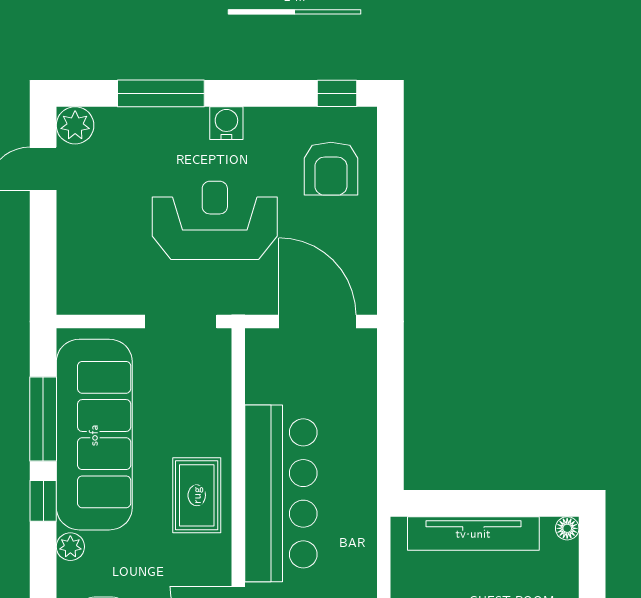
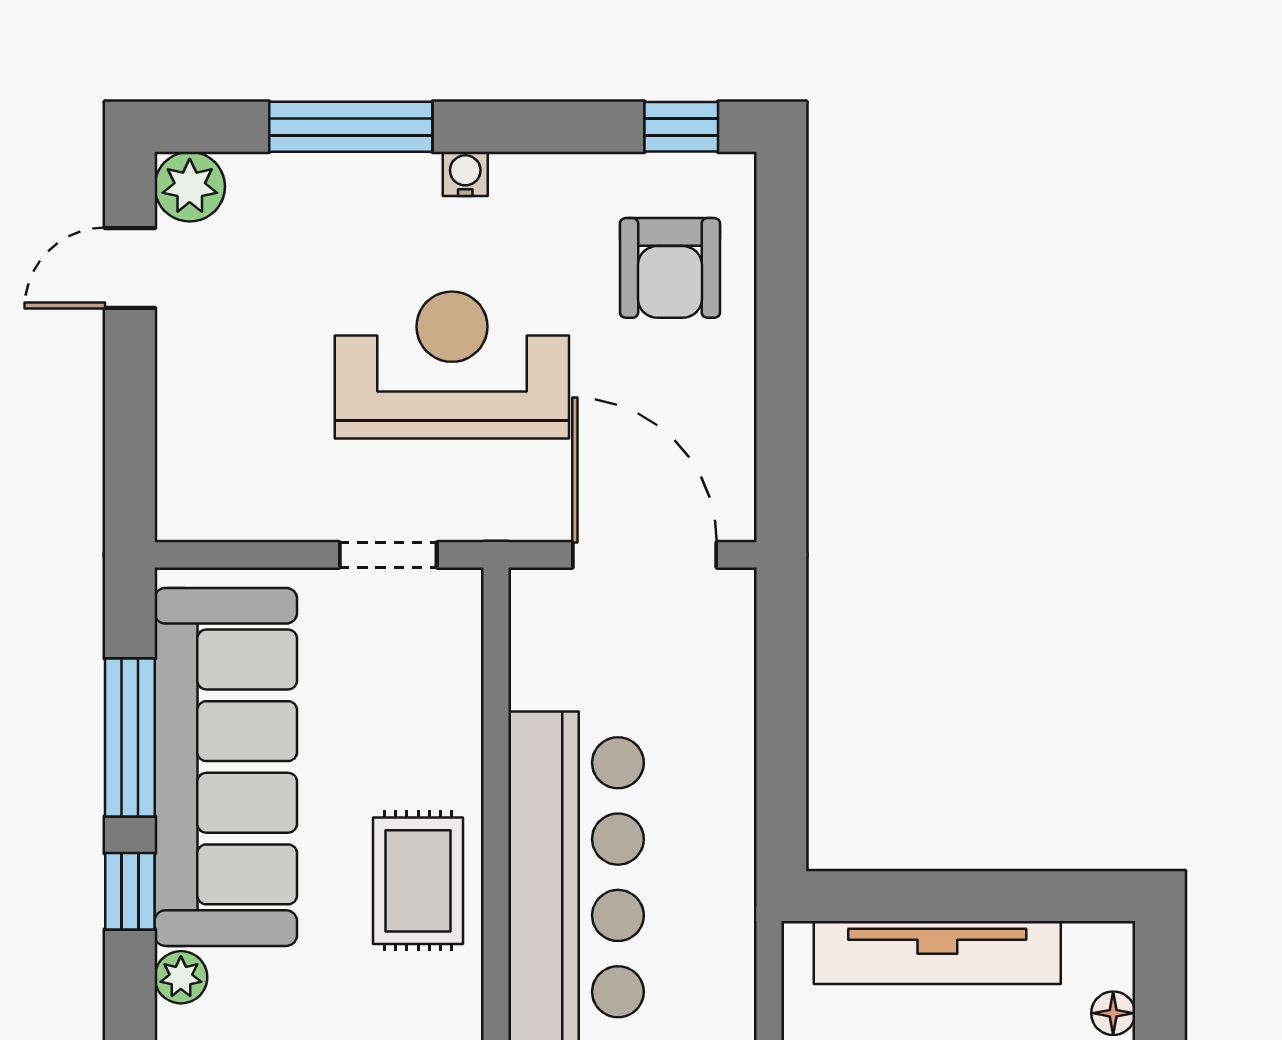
water cooler: (226, 123) -> (465, 174), width x0.72, depth x0.72
doorway: (181, 322) -> (388, 555), width x0.73
floor lamp: (567, 528) -> (1113, 1013), moved

